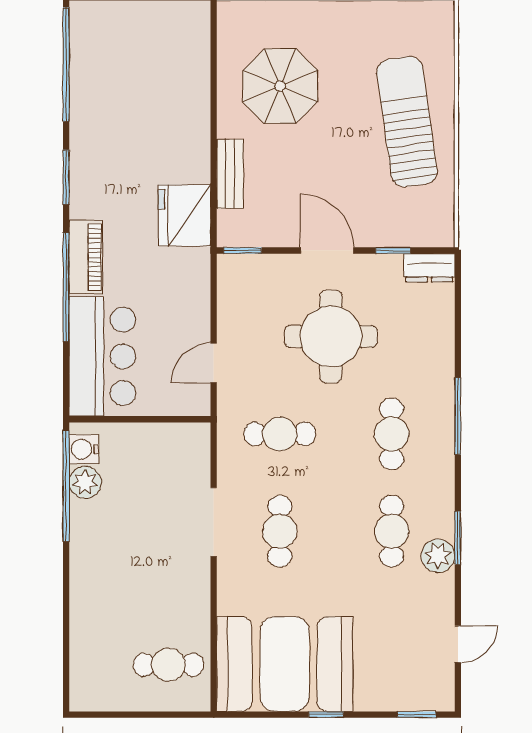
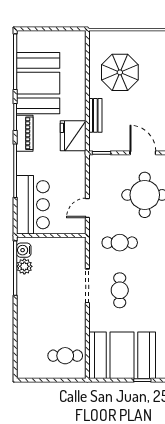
booth: (113, 108) -> (38, 83), added
piano: (86, 257) -> (25, 133), moved

